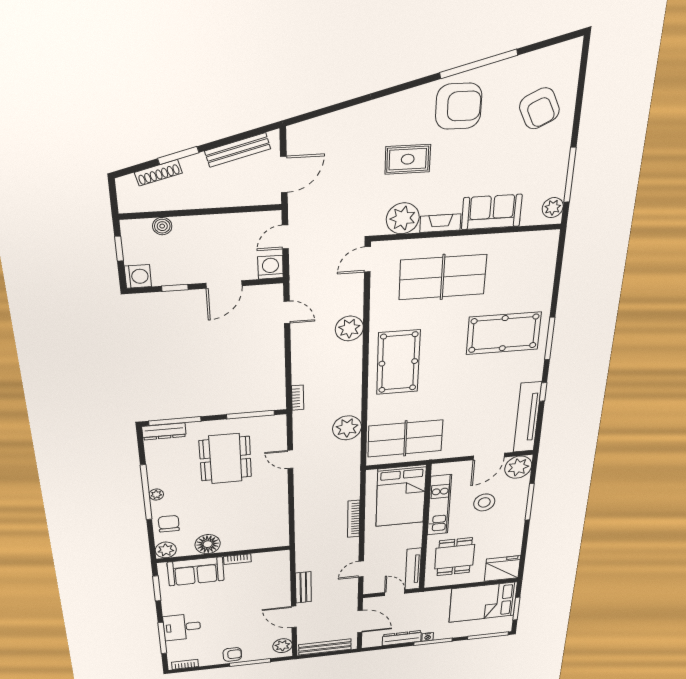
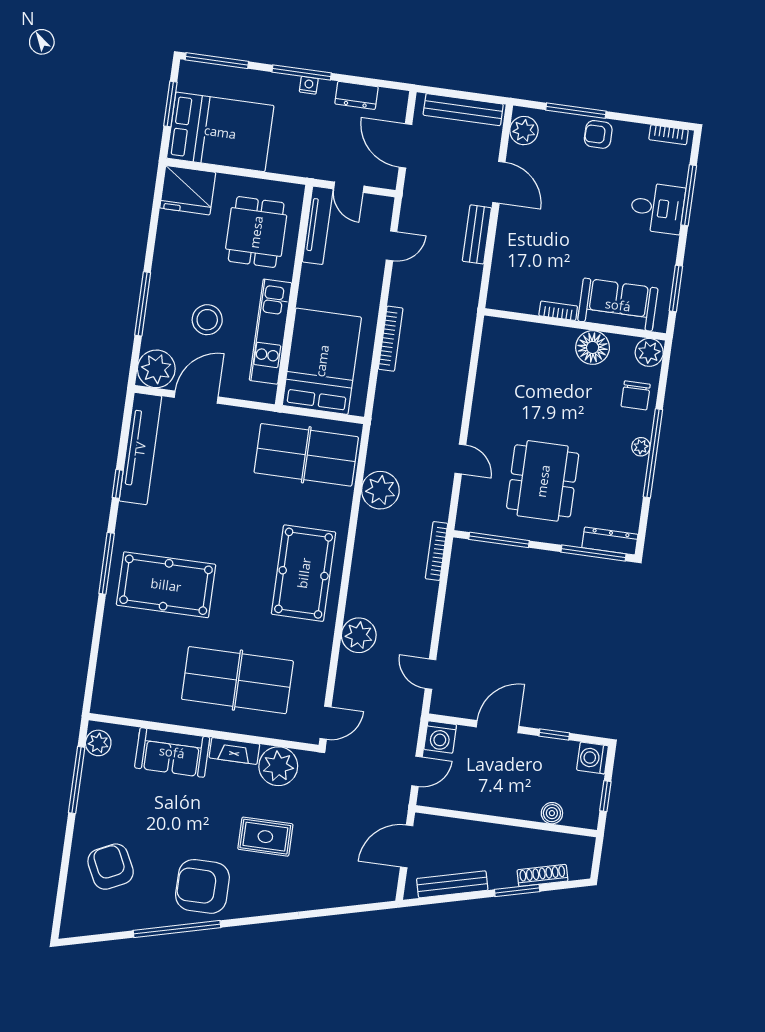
bookcase: (298, 398) -> (436, 551), width x1.56
dresser: (402, 638) -> (356, 95), width x0.70

